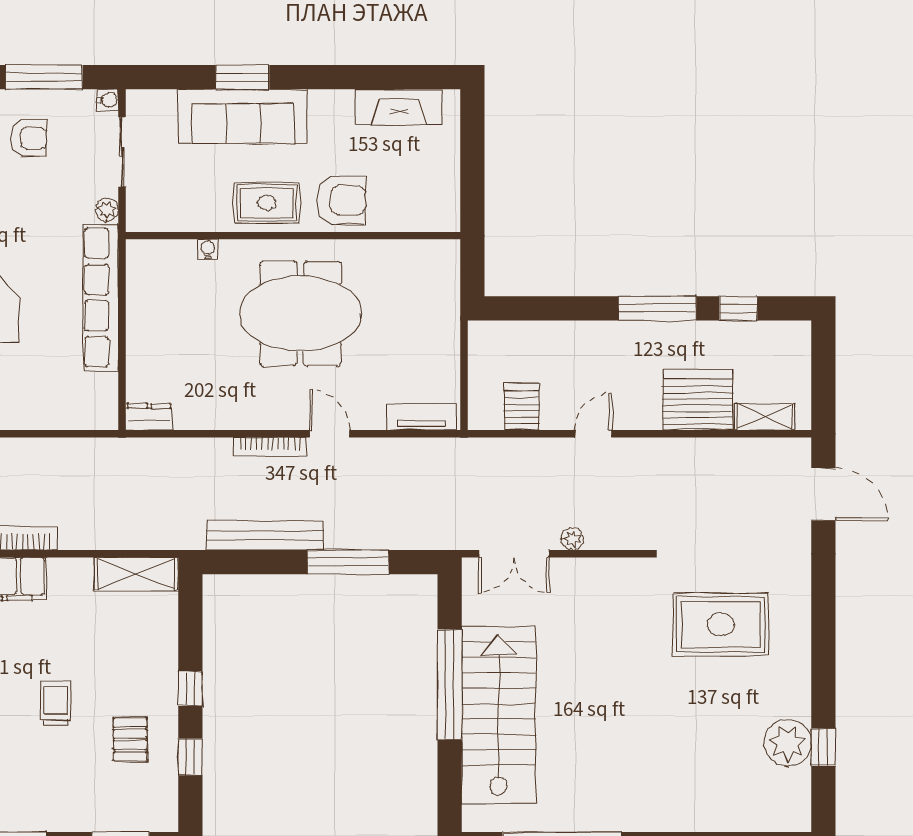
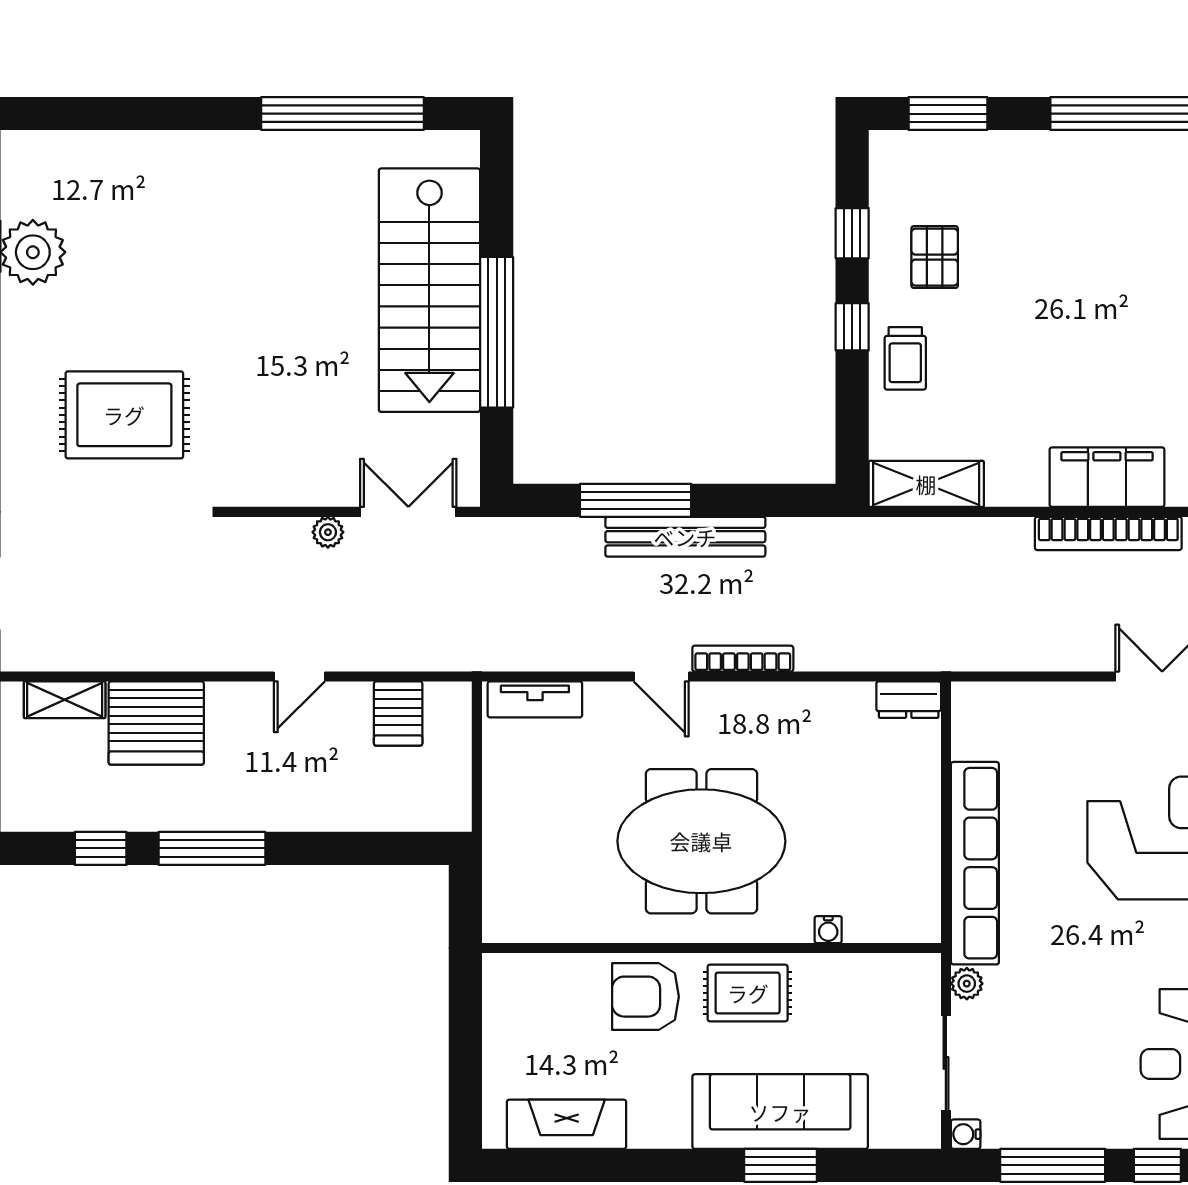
armchair: (29, 138) -> (1074, 1082), removed
bench: (265, 536) -> (685, 537), moved
trolley: (56, 703) -> (905, 358), moved

